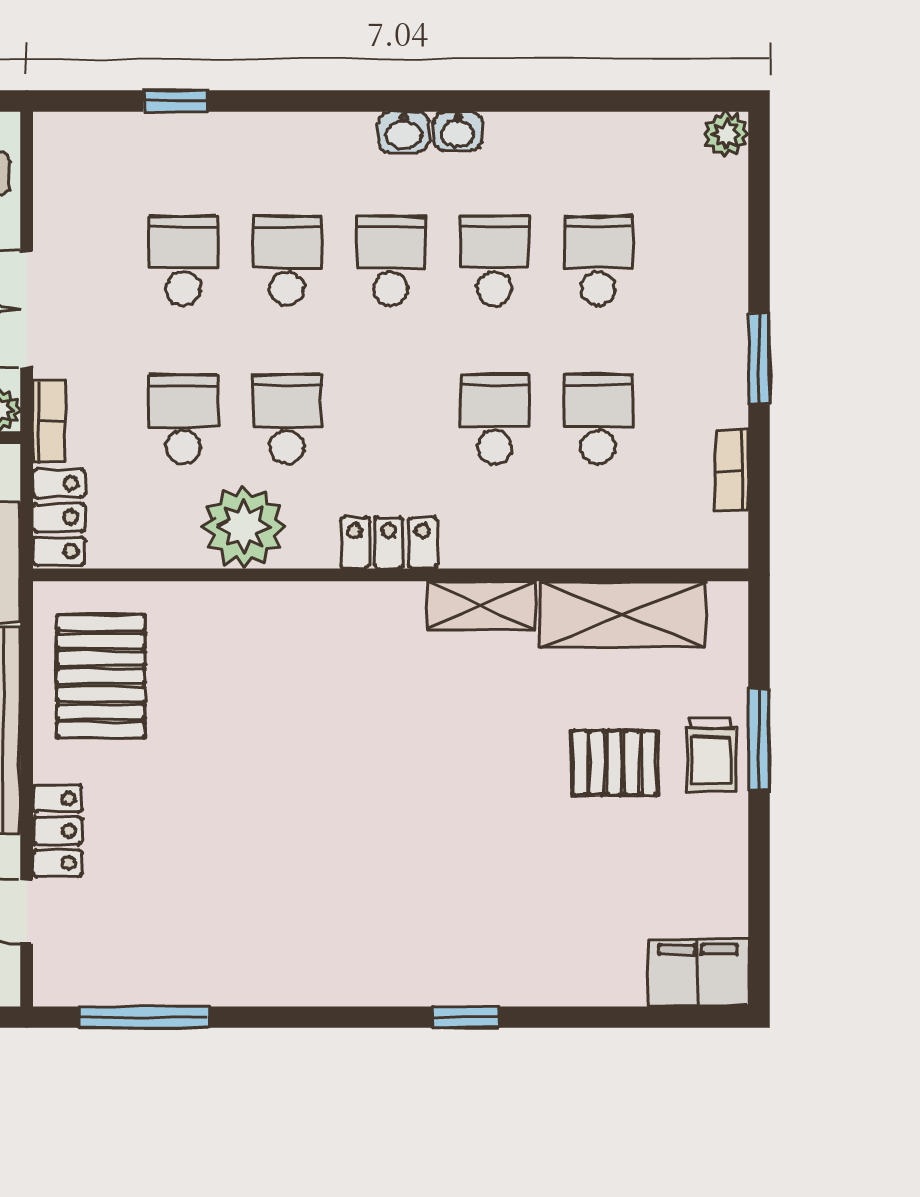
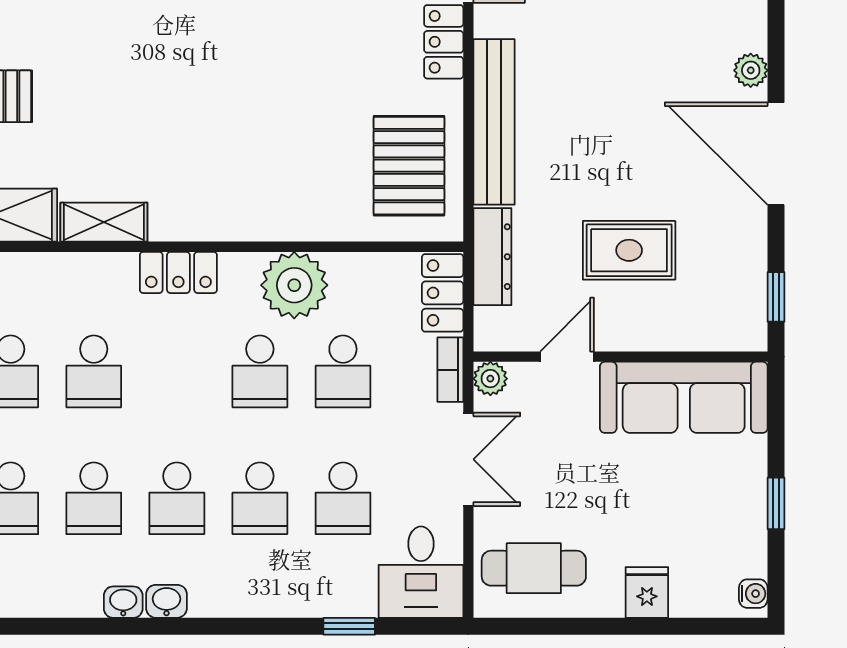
desk: (86, 169) -> (421, 572), added

